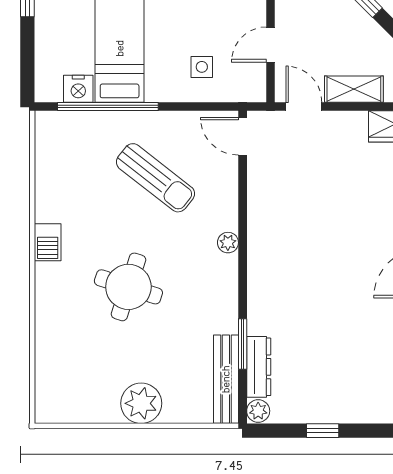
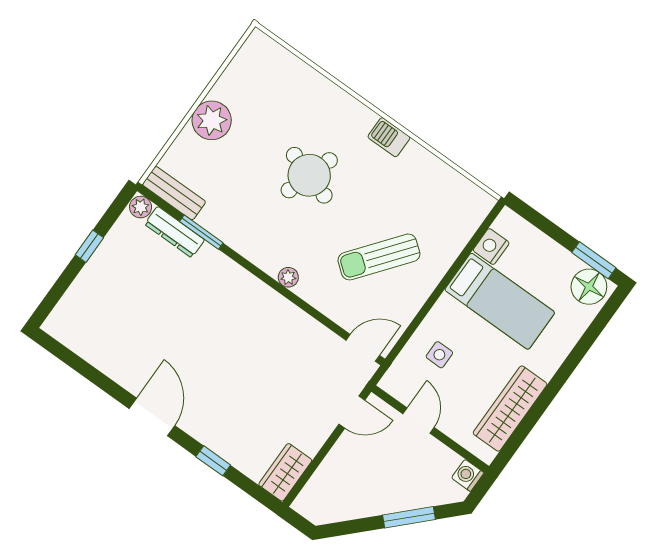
shelving: (354, 89) -> (337, 461), removed
window: (108, 106) -> (461, 260), removed
bench: (226, 379) -> (174, 193), width x0.73

